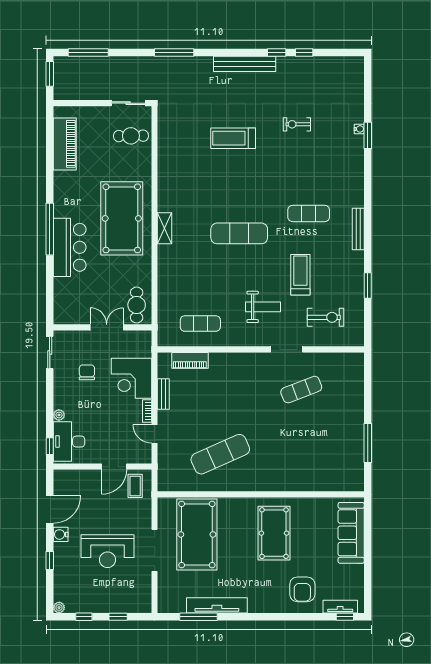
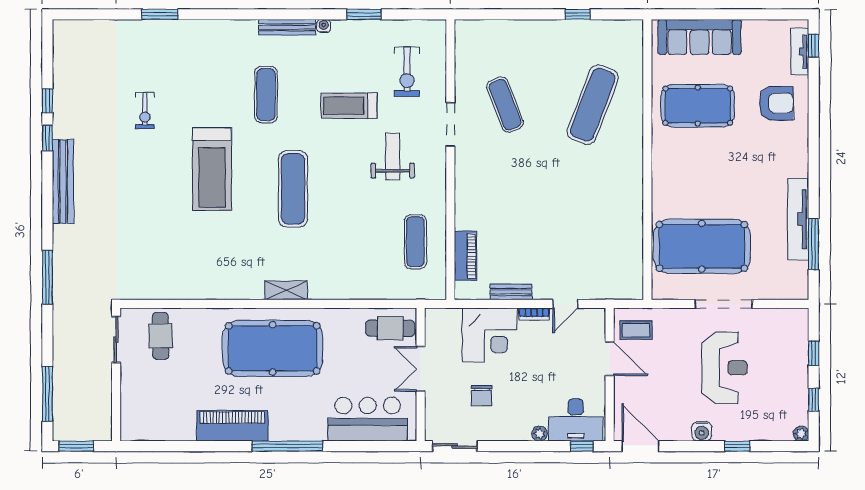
water cooler: (359, 129) -> (324, 26), moved
treadmill: (233, 138) -> (212, 169), moved, width x1.37, depth x1.38
piano: (65, 144) -> (232, 426), moved
bar counter: (70, 247) -> (368, 419), moved
exercise bike: (325, 317) -> (407, 72), turned 180
chair: (87, 372) -> (482, 396), turned -90
window: (368, 443) -> (578, 14), width x0.46
exercise mat: (220, 454) -> (593, 105), moved, turned 45
door: (50, 509) -> (640, 446), moved
pool table: (274, 533) -> (698, 106), moved

